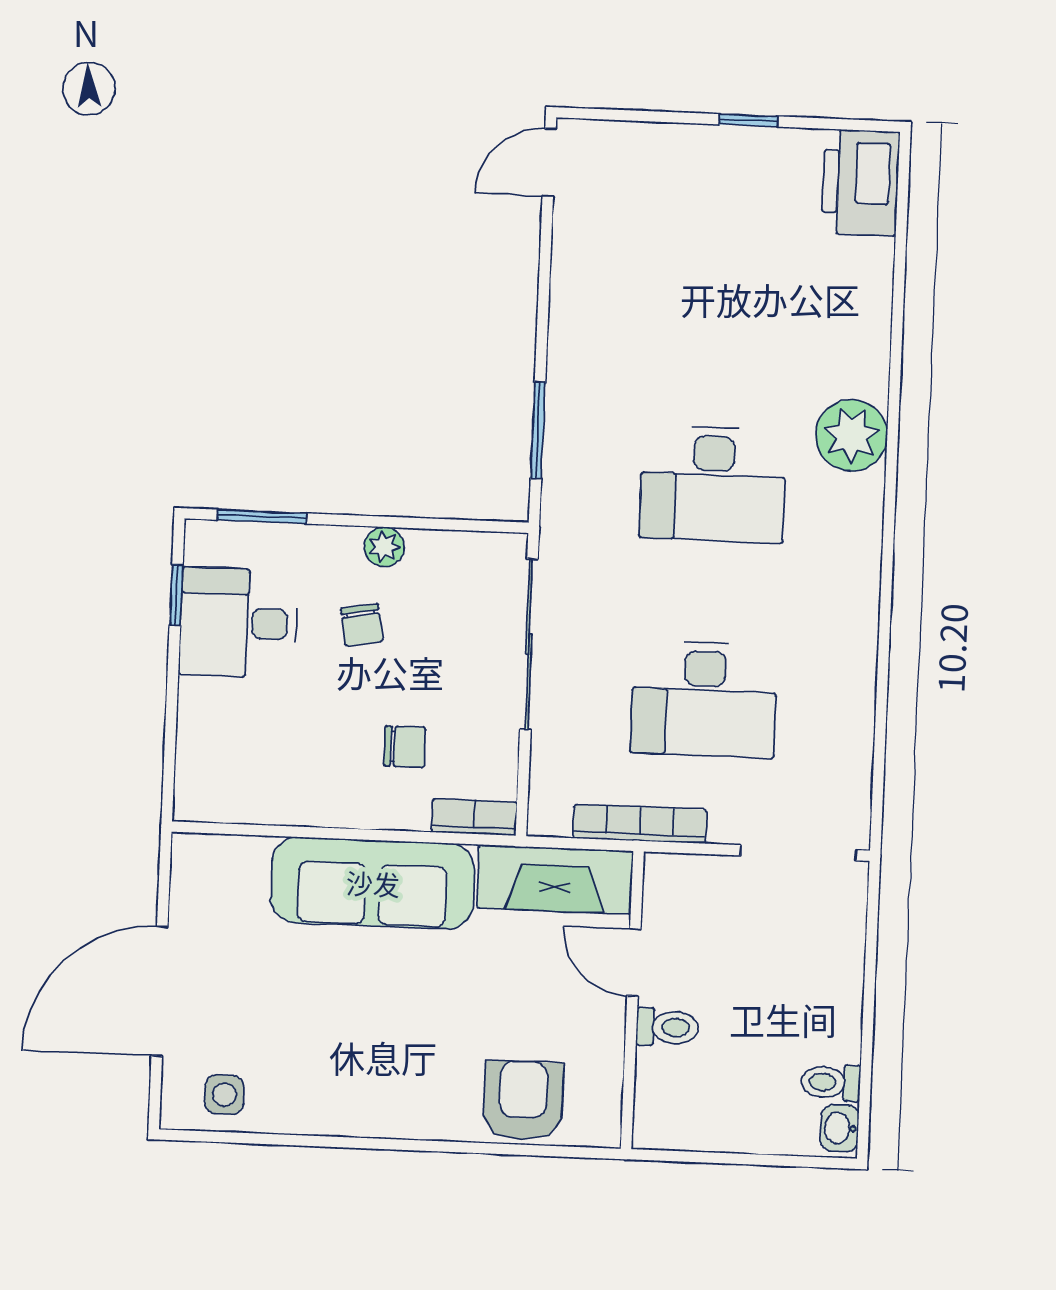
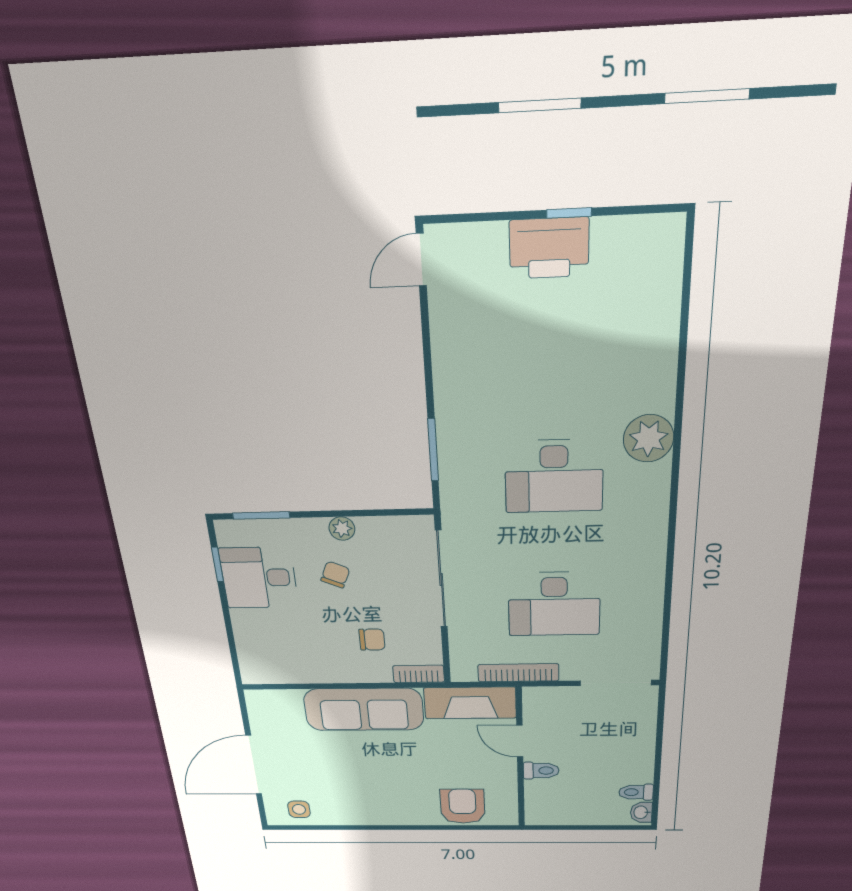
printer: (861, 182) -> (549, 248), moved, turned -90
chair: (362, 625) -> (335, 575), turned -147

